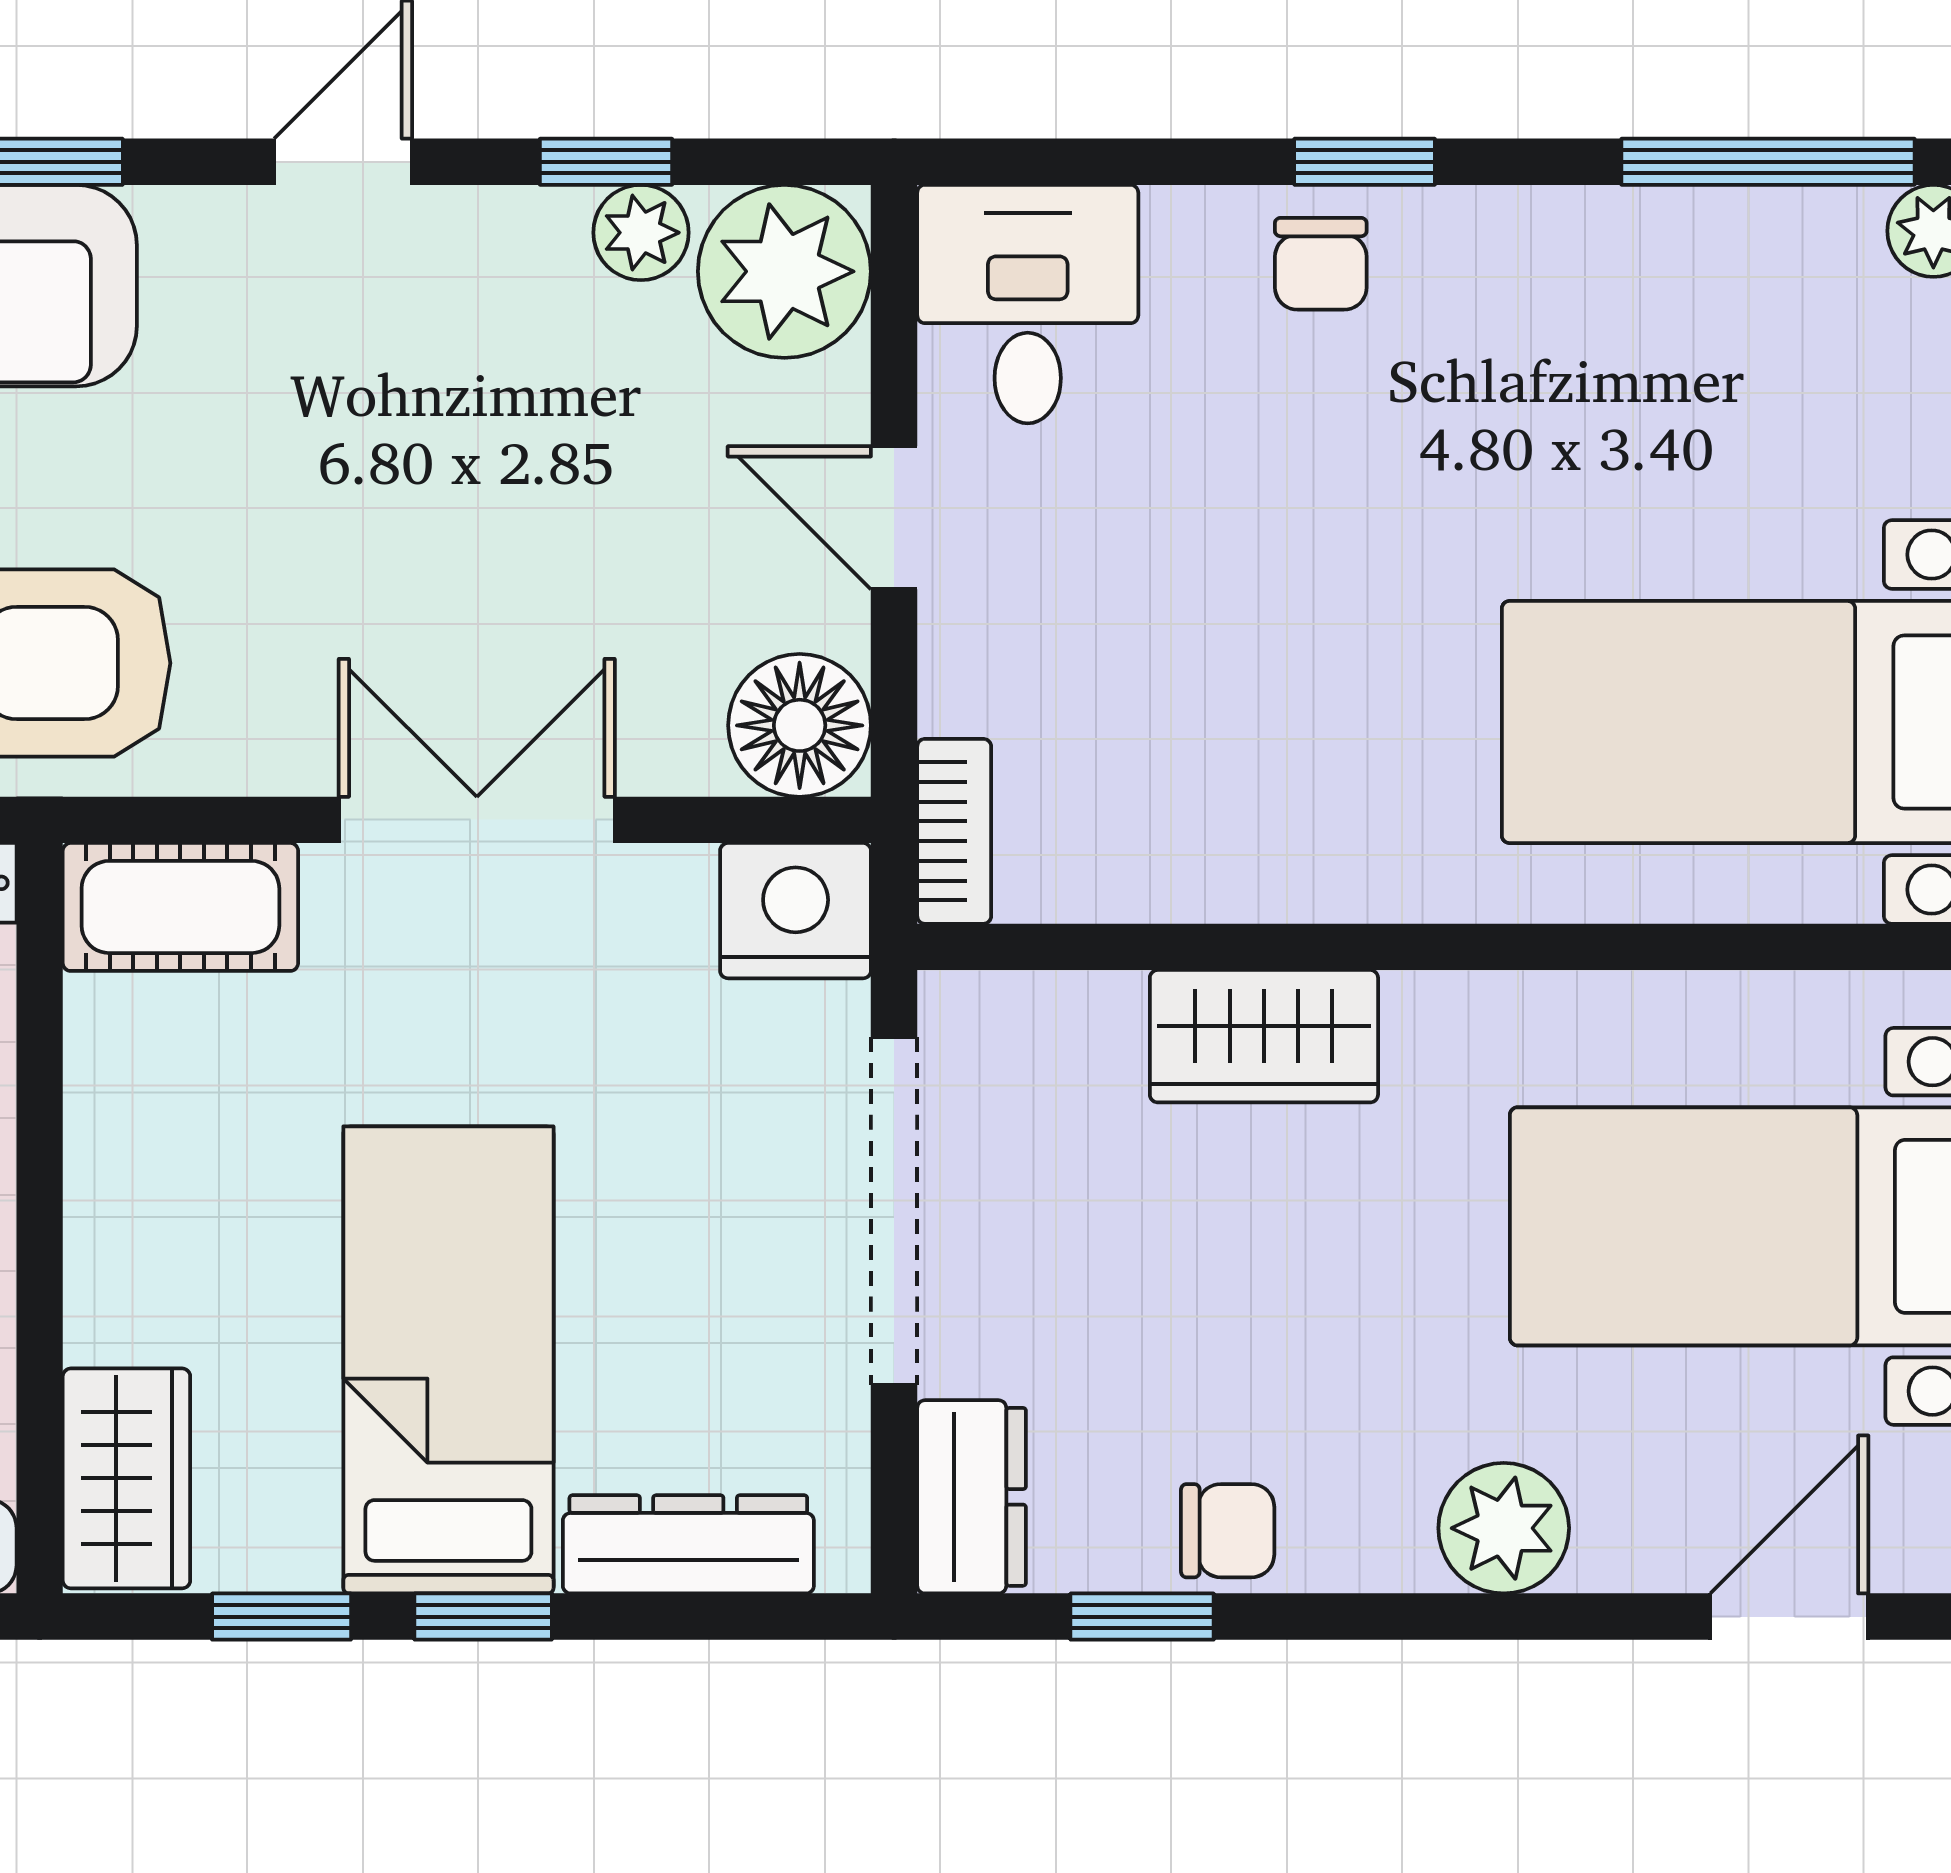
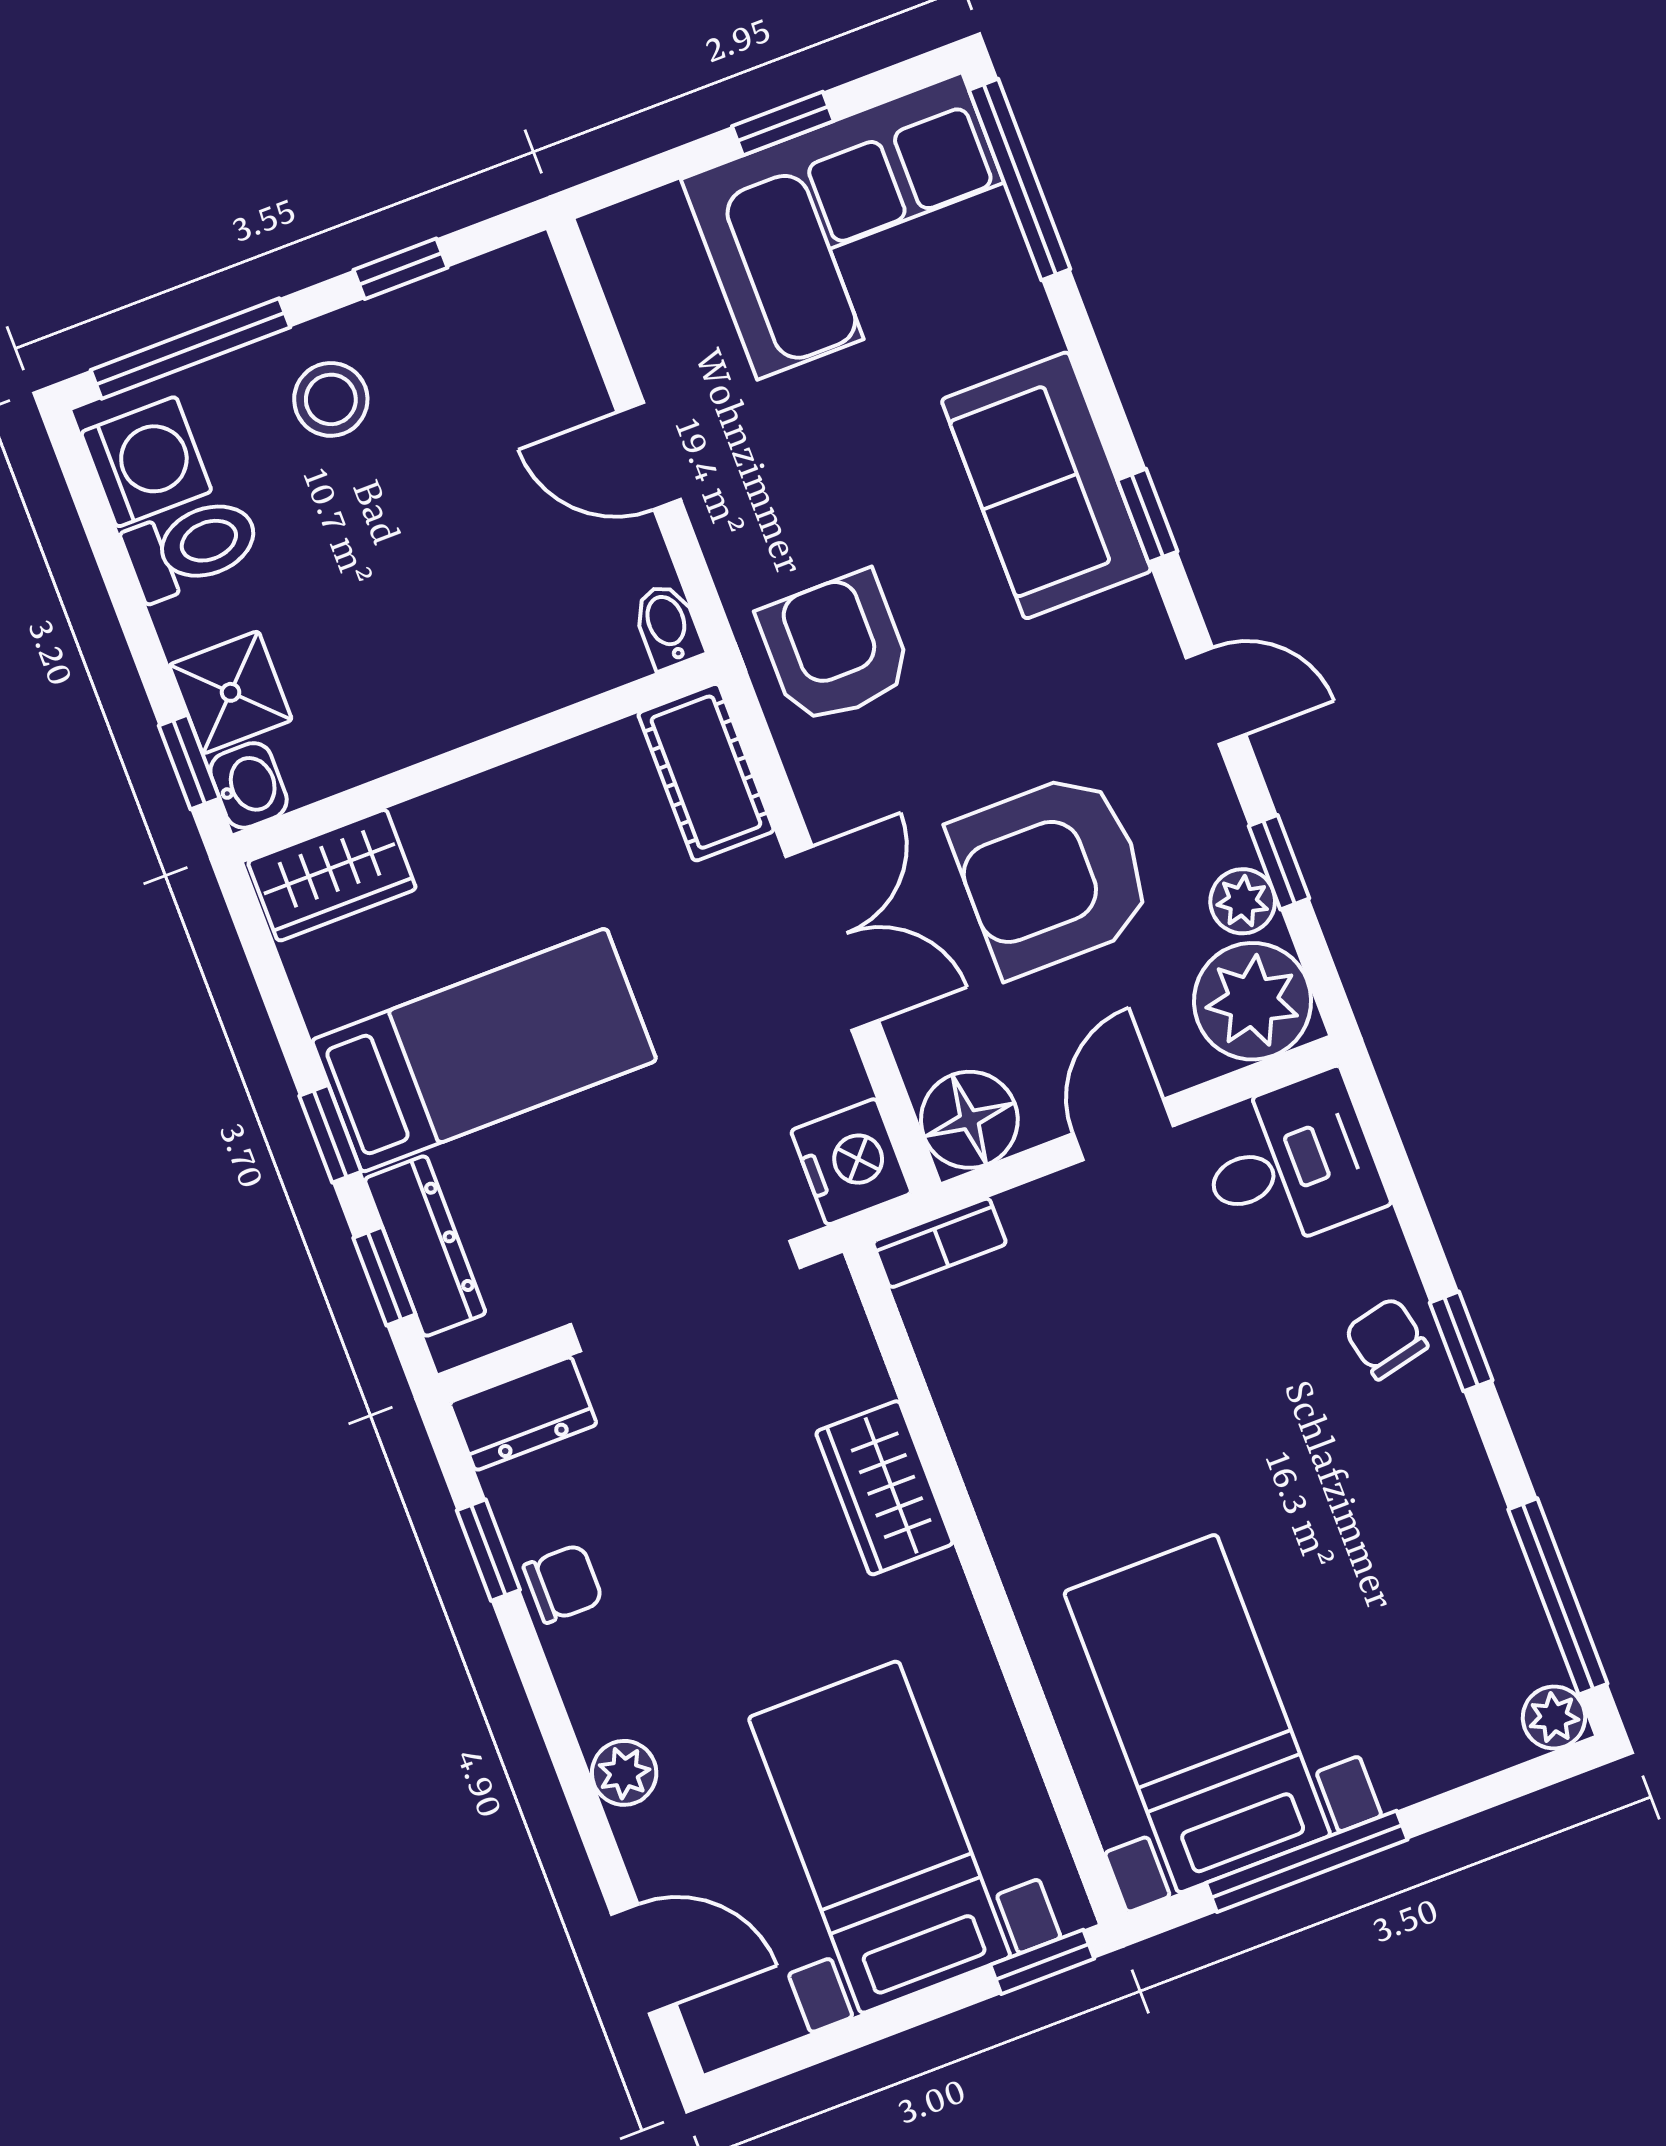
chair: (1321, 264) -> (1386, 1338), turned 77
armchair: (503, 482) -> (1052, 874), added
plant: (1504, 1528) -> (624, 1773), width x0.73, depth x0.73
chair: (1228, 1531) -> (563, 1584), turned -90
window: (282, 1617) -> (384, 1276), moved

